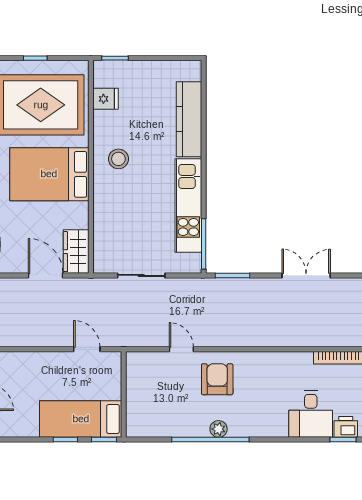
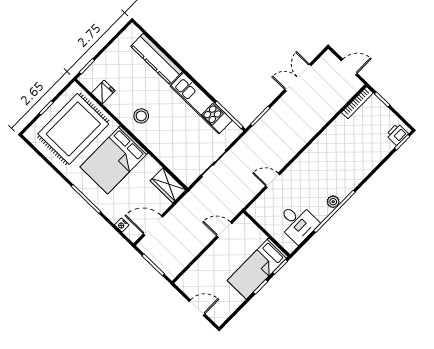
door: (46, 275) -> (153, 226), moved
armchair: (217, 379) -> (307, 177), removed
desk: (311, 414) -> (297, 223), moved

